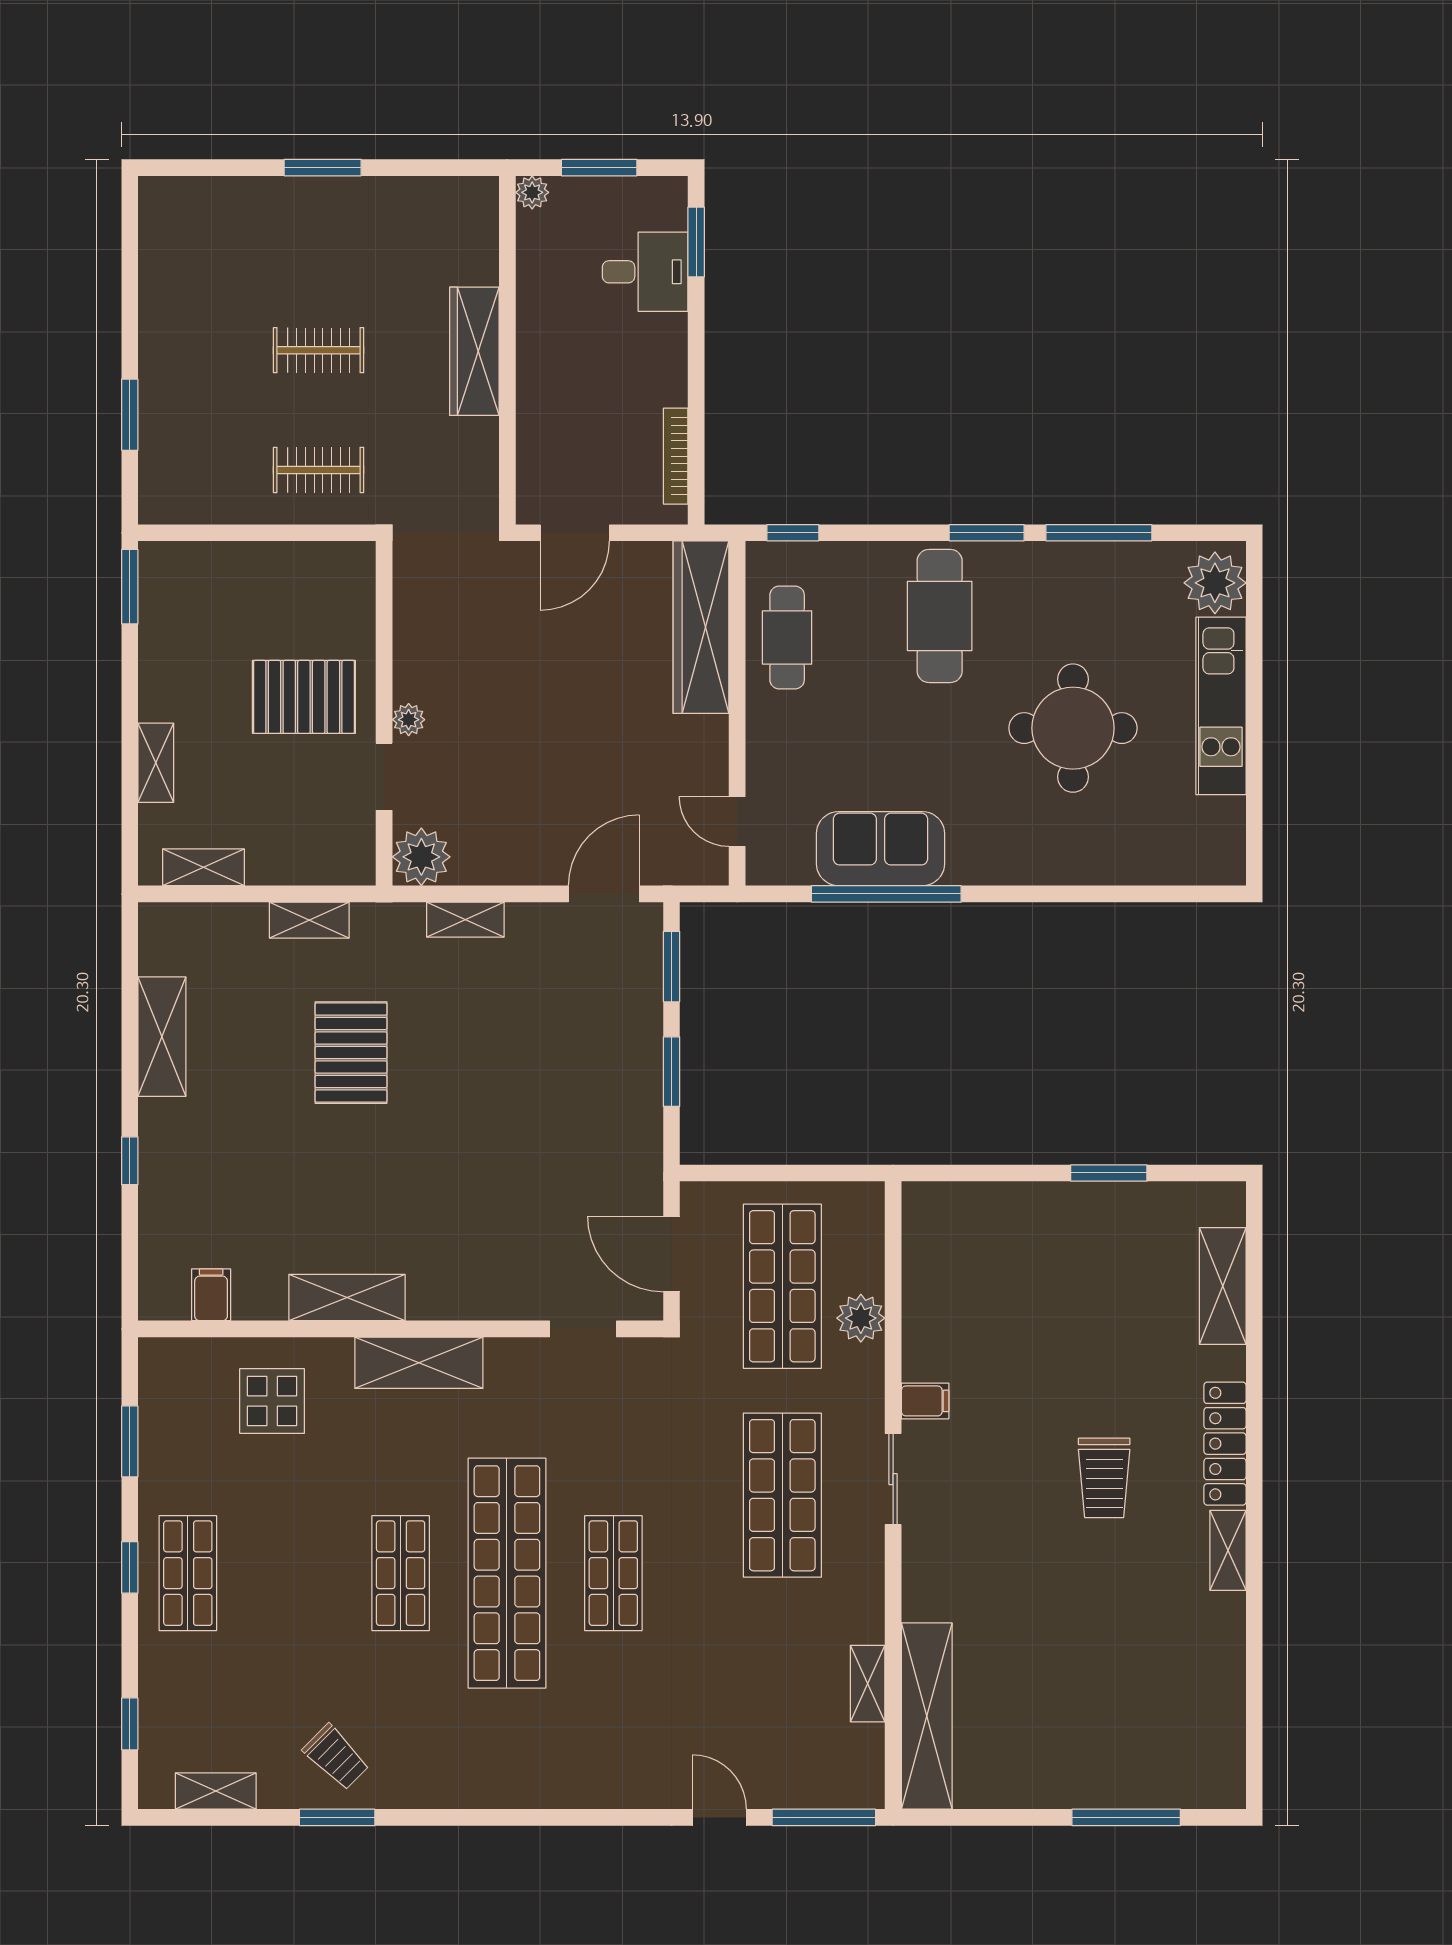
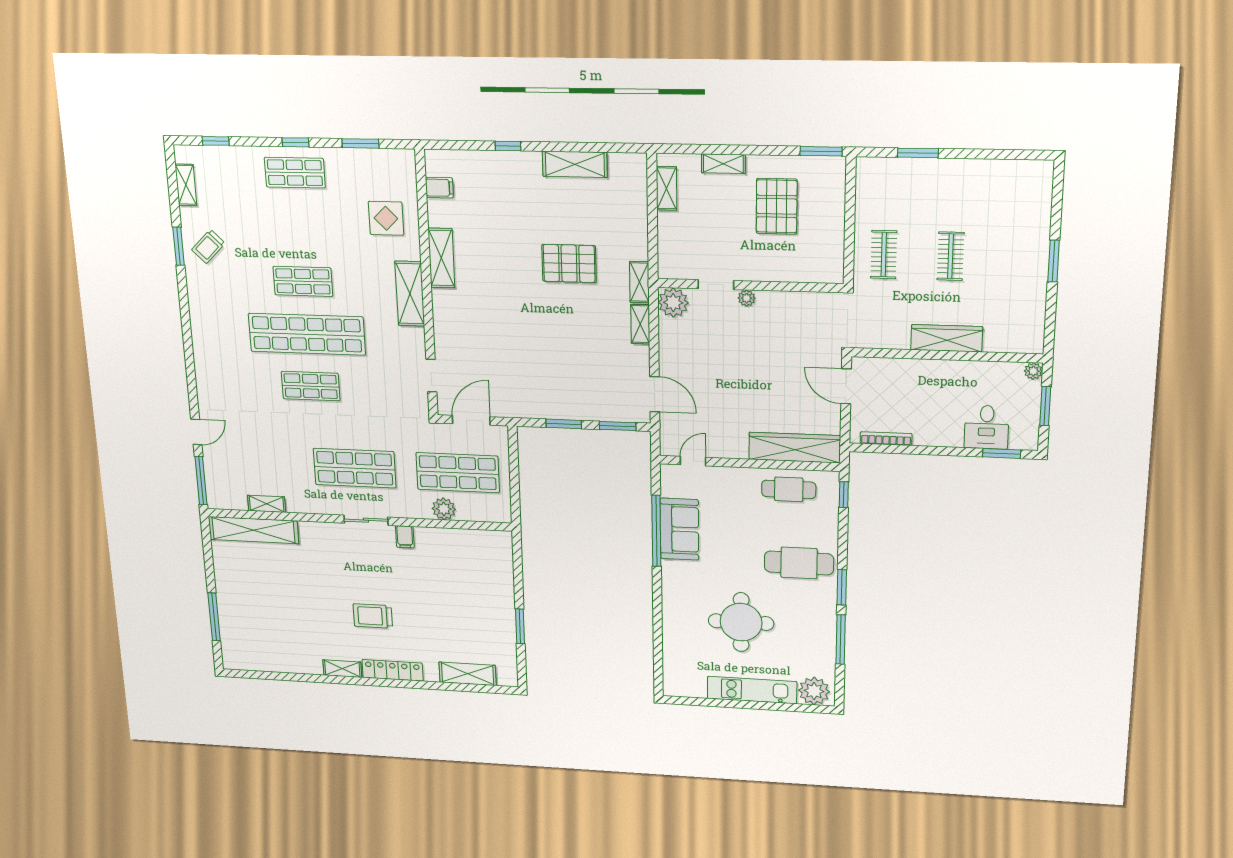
pallet: (304, 697) -> (777, 206), moved
shelving: (309, 920) -> (639, 282), moved

